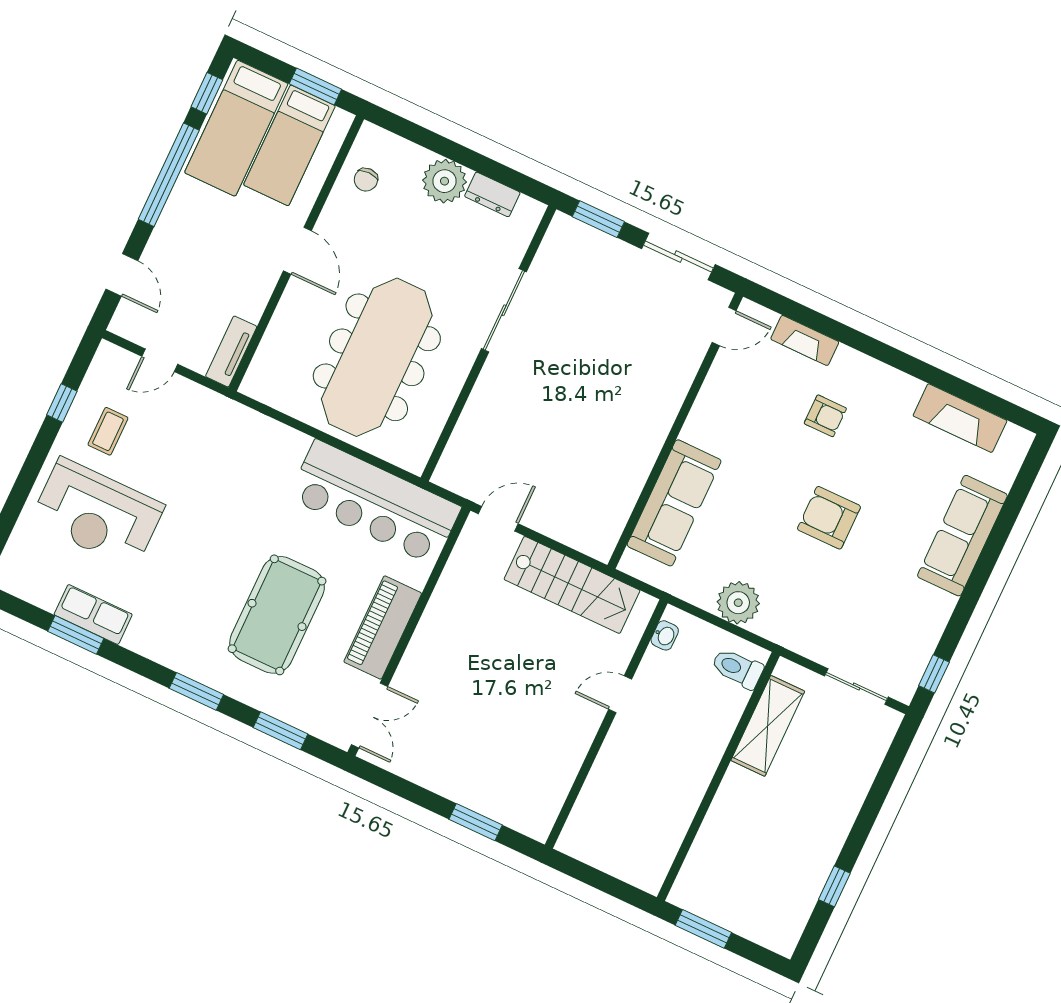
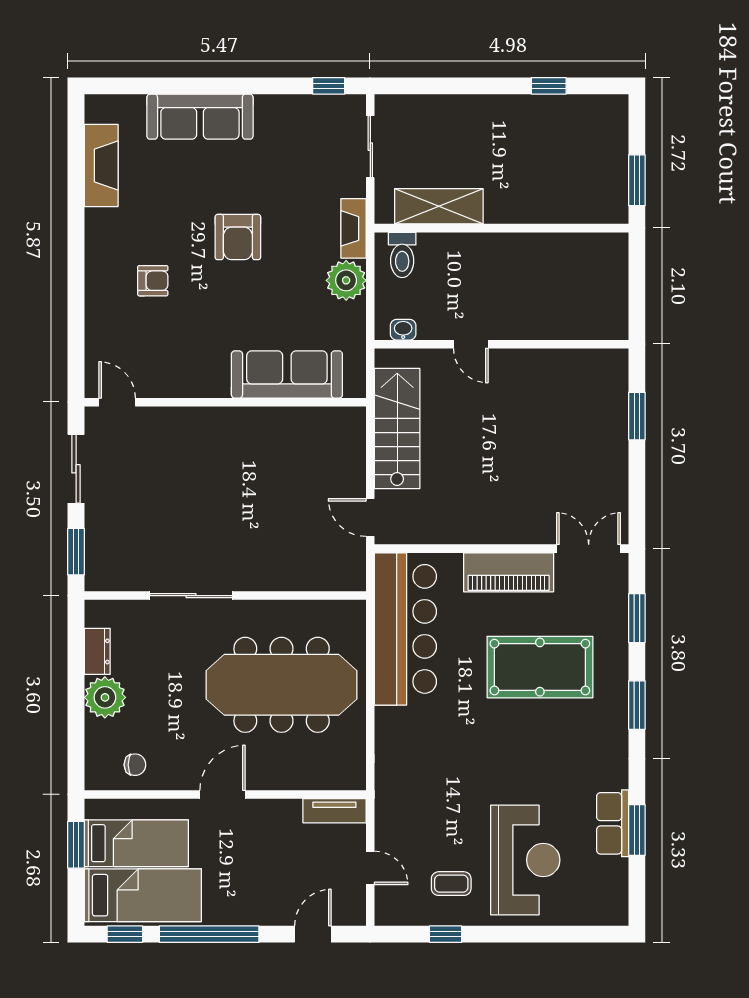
fireplace: (805, 340) -> (353, 228), moved, turned 180
armchair: (825, 416) -> (153, 281), turned 90

